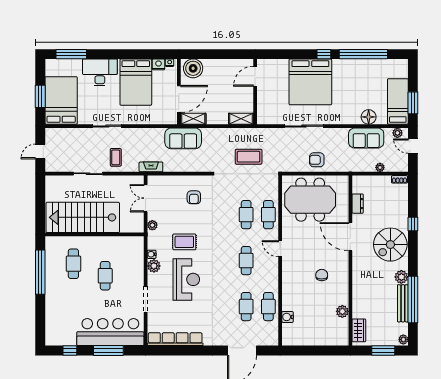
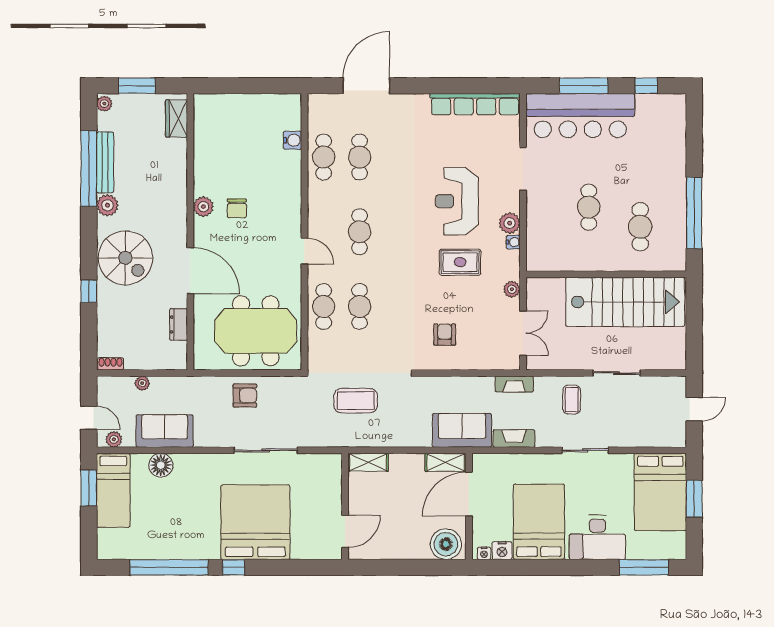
fireplace: (151, 133) -> (514, 438), added
spiral stairs: (390, 245) -> (125, 258), turned 90
plant: (342, 311) -> (203, 207), moved

